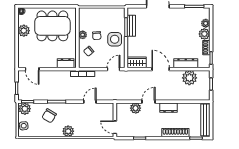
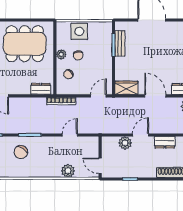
side table: (115, 39) -> (79, 31), moved
plant: (68, 131) -> (68, 171), moved

